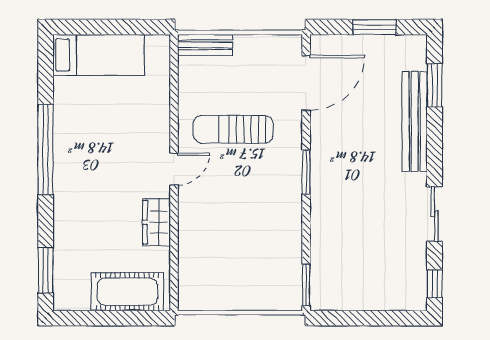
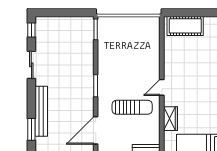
wardrobe: (157, 222) -> (171, 119), moved

